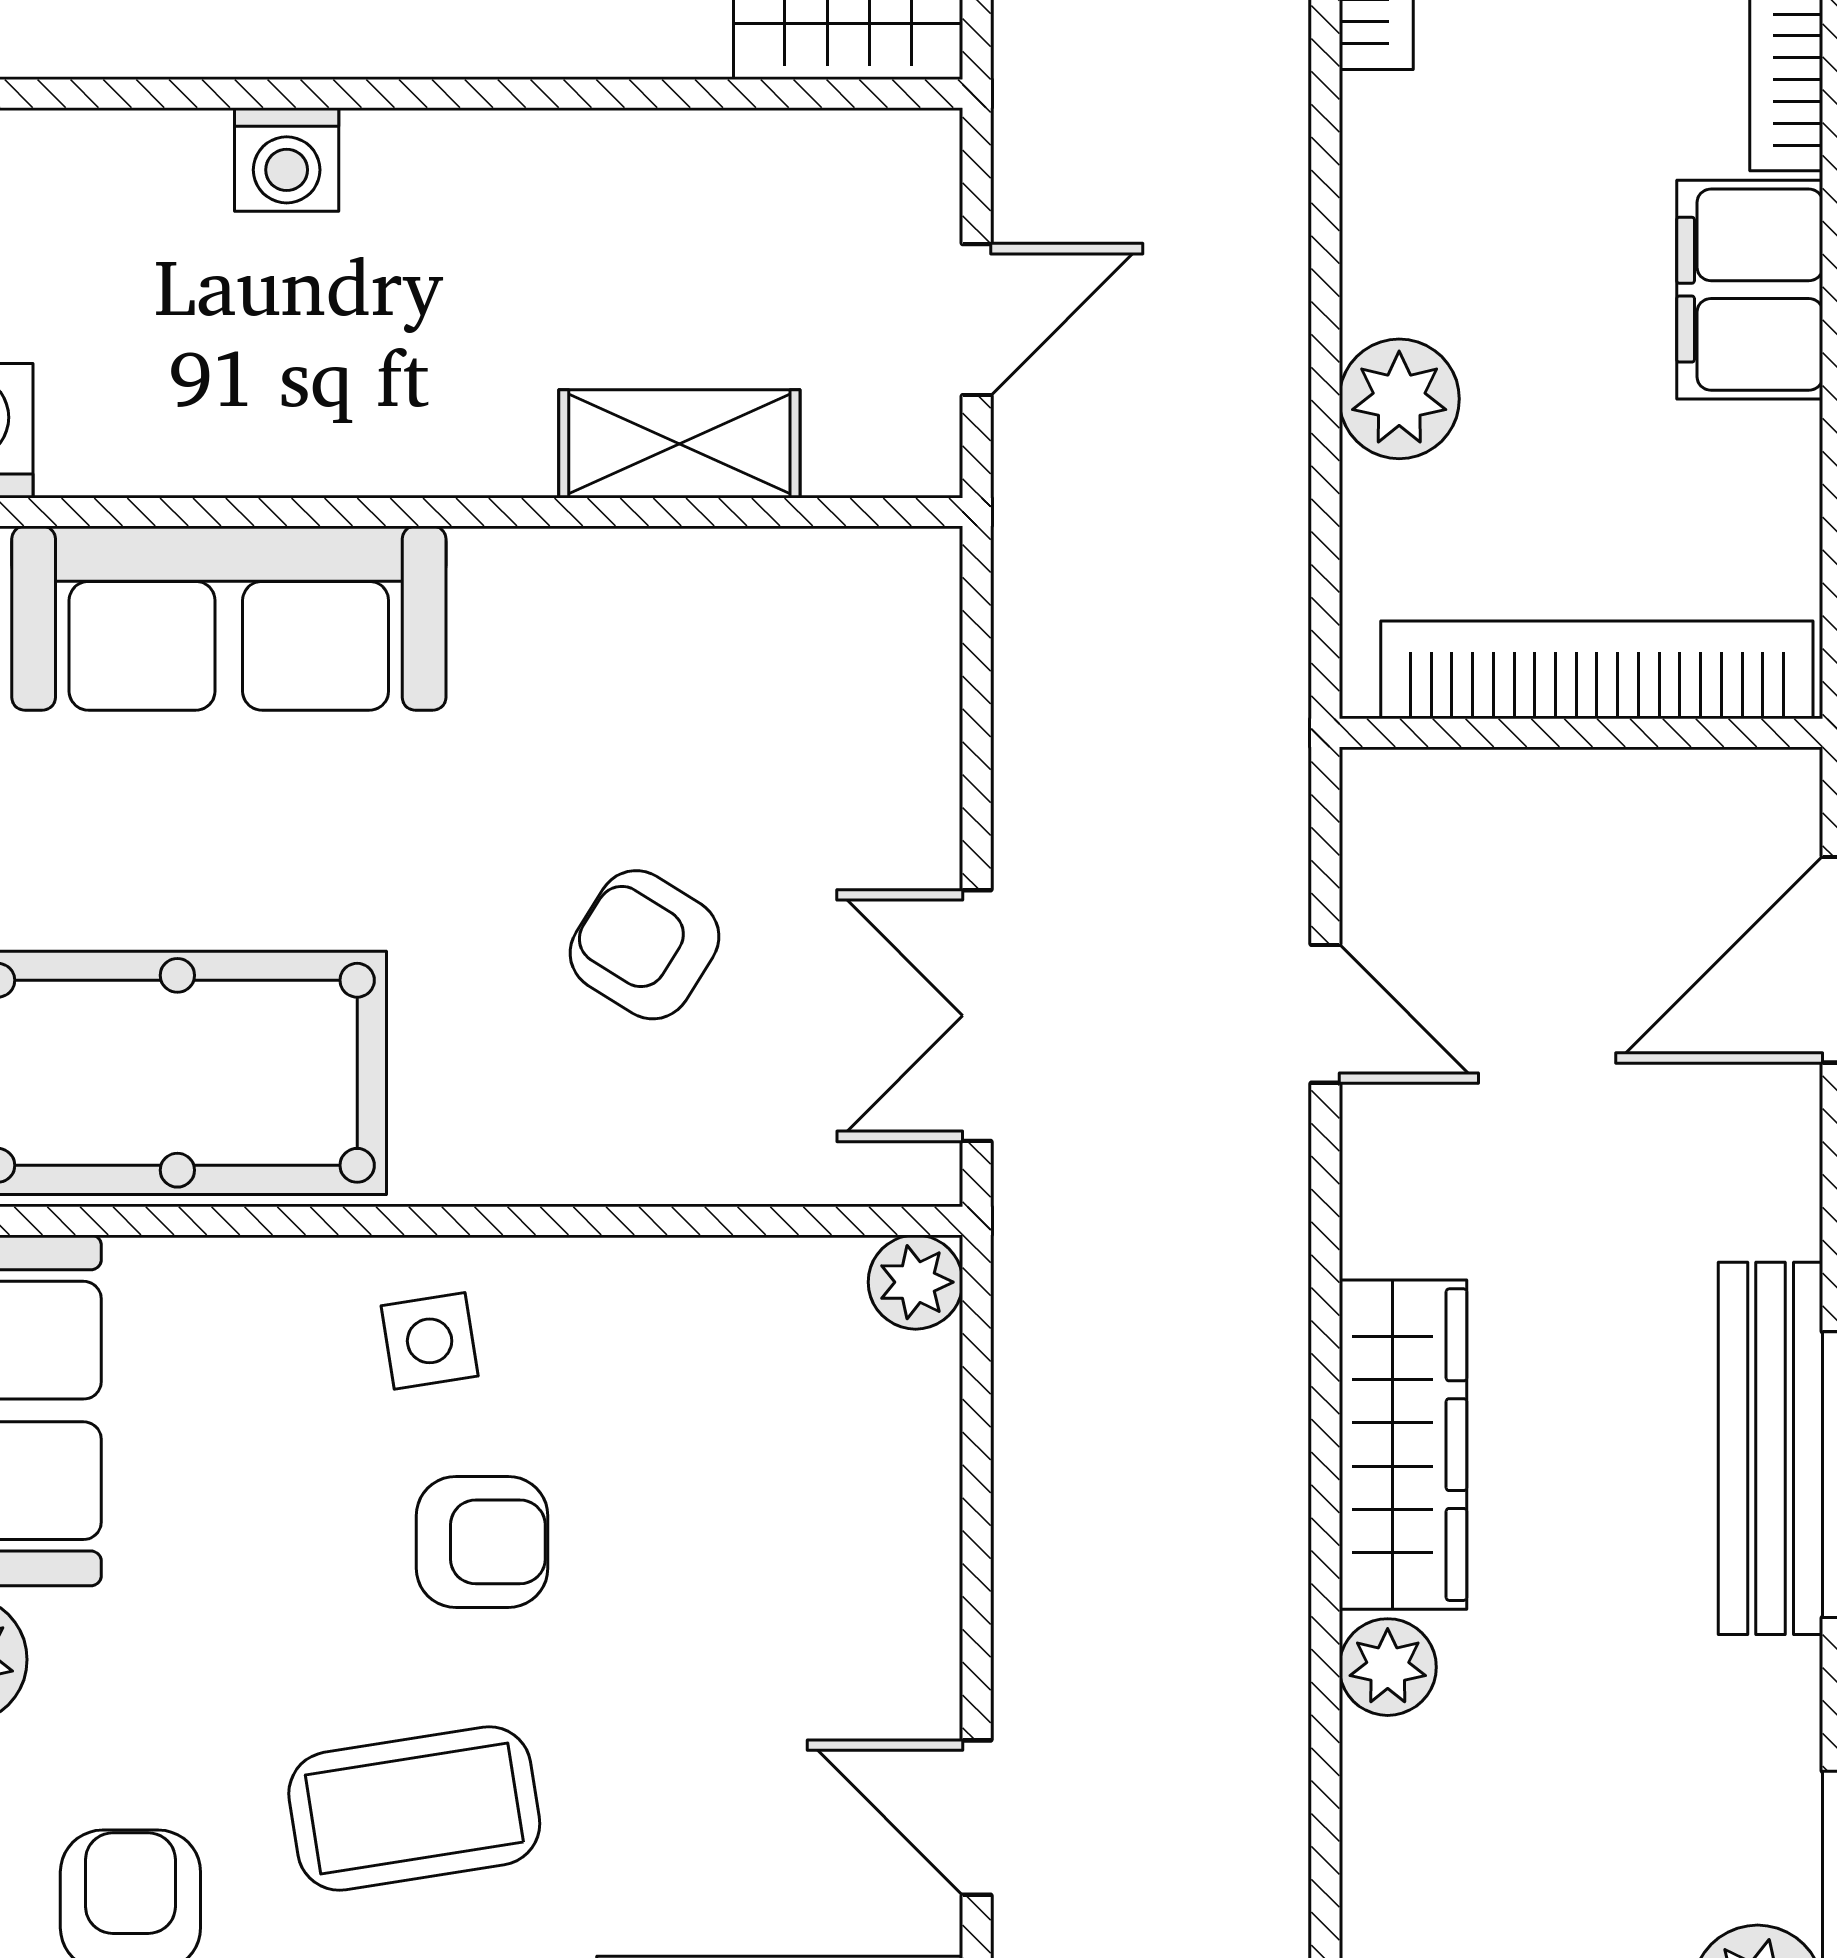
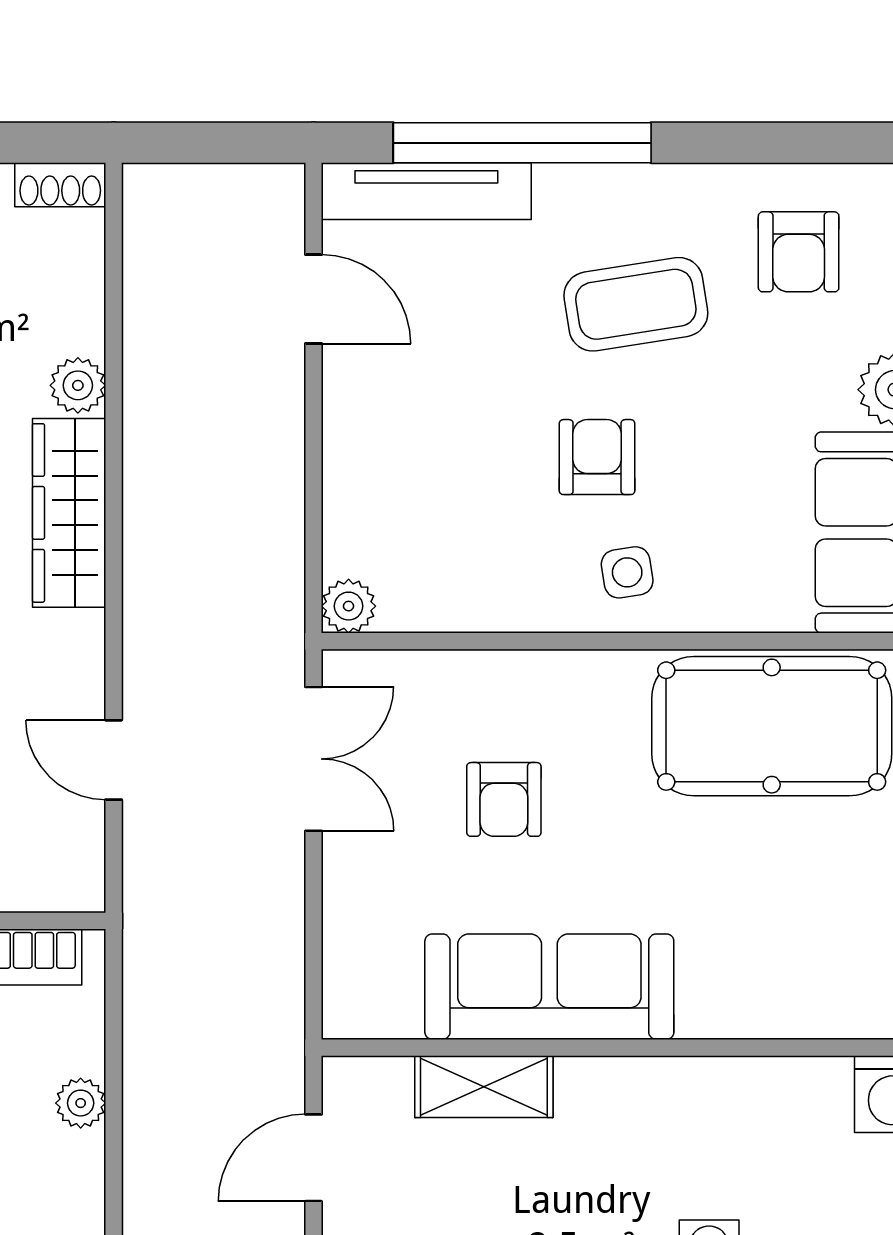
plant: (1399, 399) -> (81, 1103), width x0.73, depth x0.73
sofa: (229, 618) -> (549, 987), moved
armchair: (645, 945) -> (504, 799), turned 58
armchair: (482, 1542) -> (597, 457), turned 90

